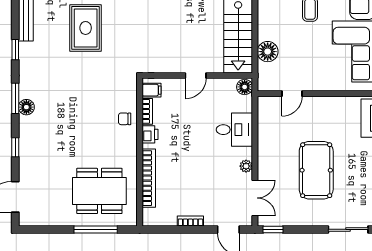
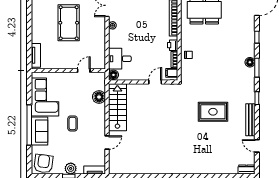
rug: (86, 28) -> (213, 112), turned 90
door: (196, 76) -> (155, 82), moved
desk: (234, 130) -> (120, 59), moved

